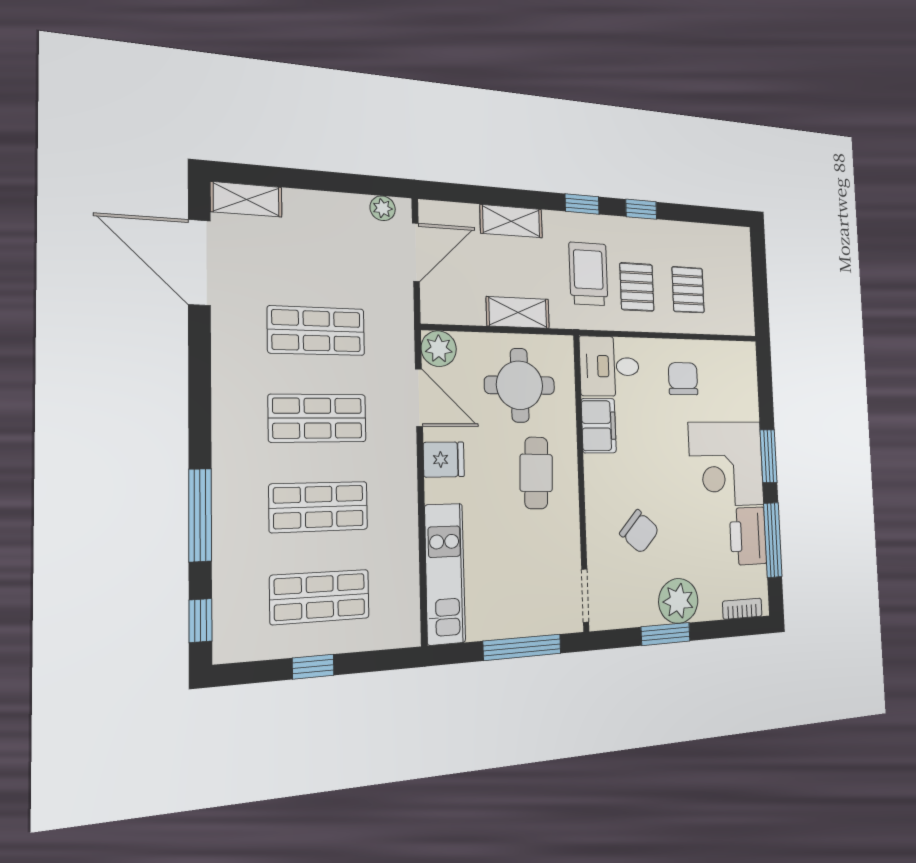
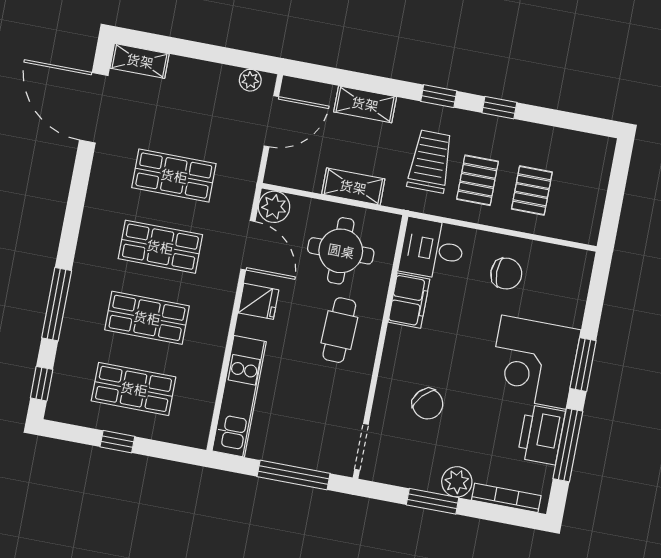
chair: (683, 379) -> (506, 274), turned 90
plant: (678, 601) -> (457, 482), width x0.73, depth x0.73
bookcase: (742, 609) -> (506, 498), width x1.56

